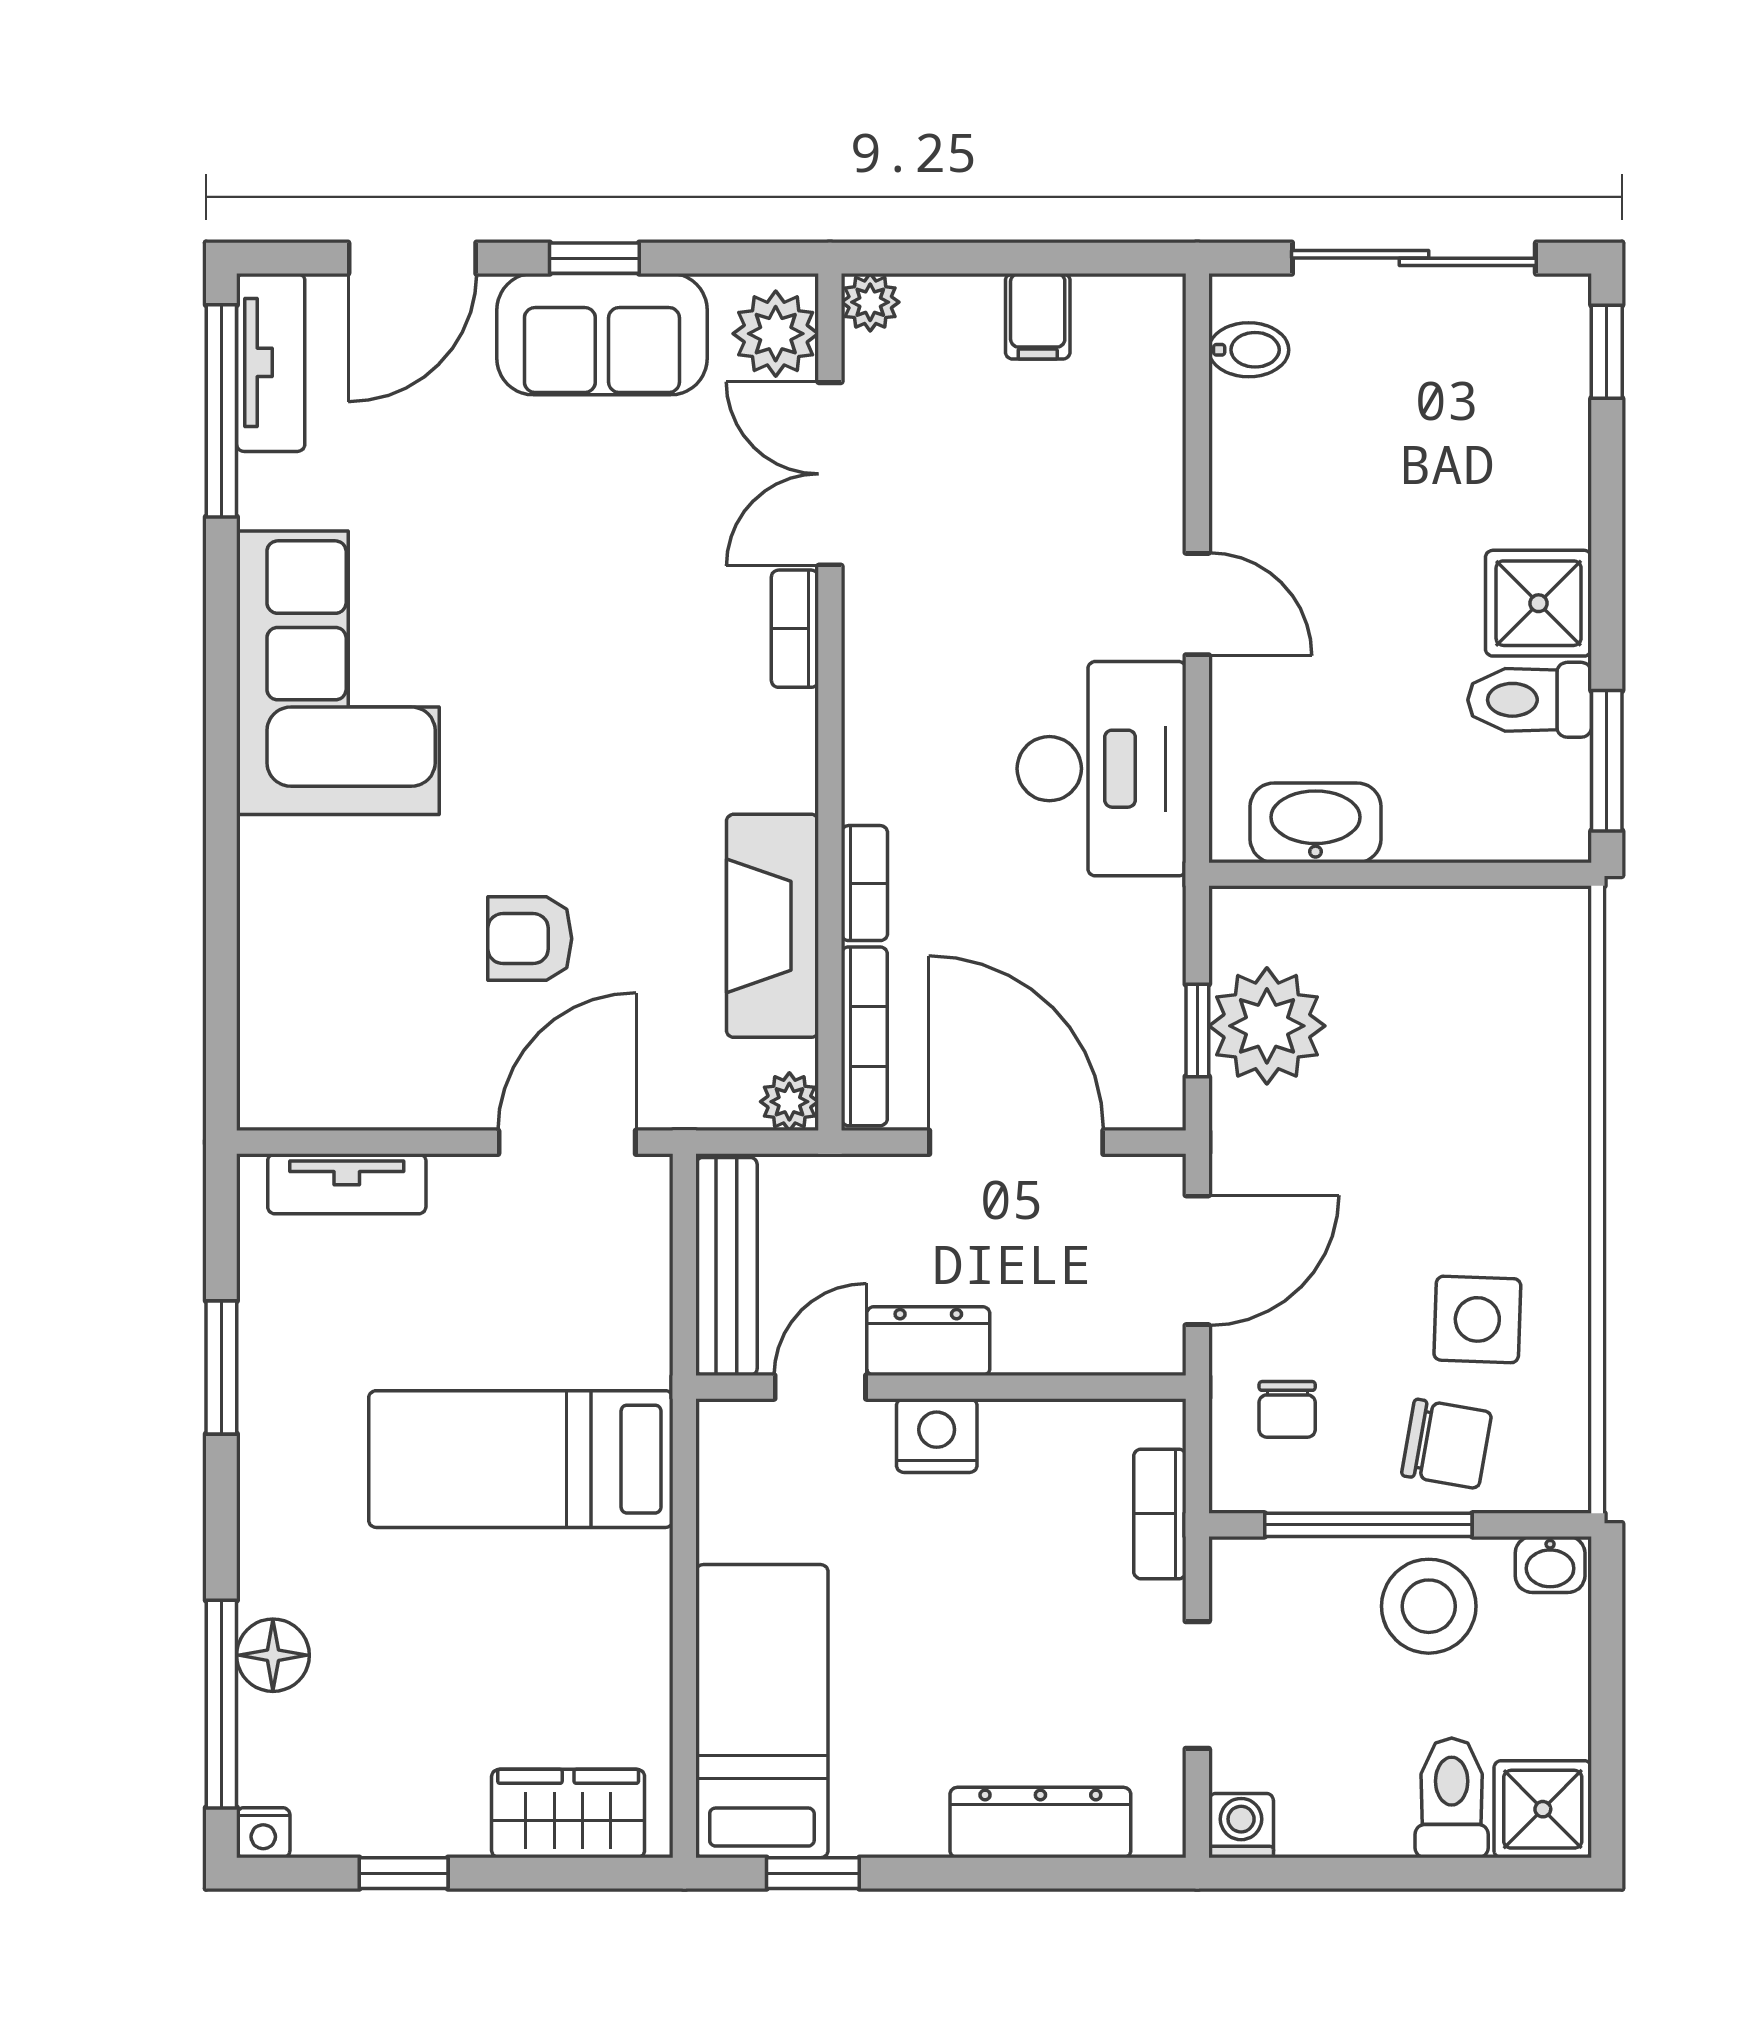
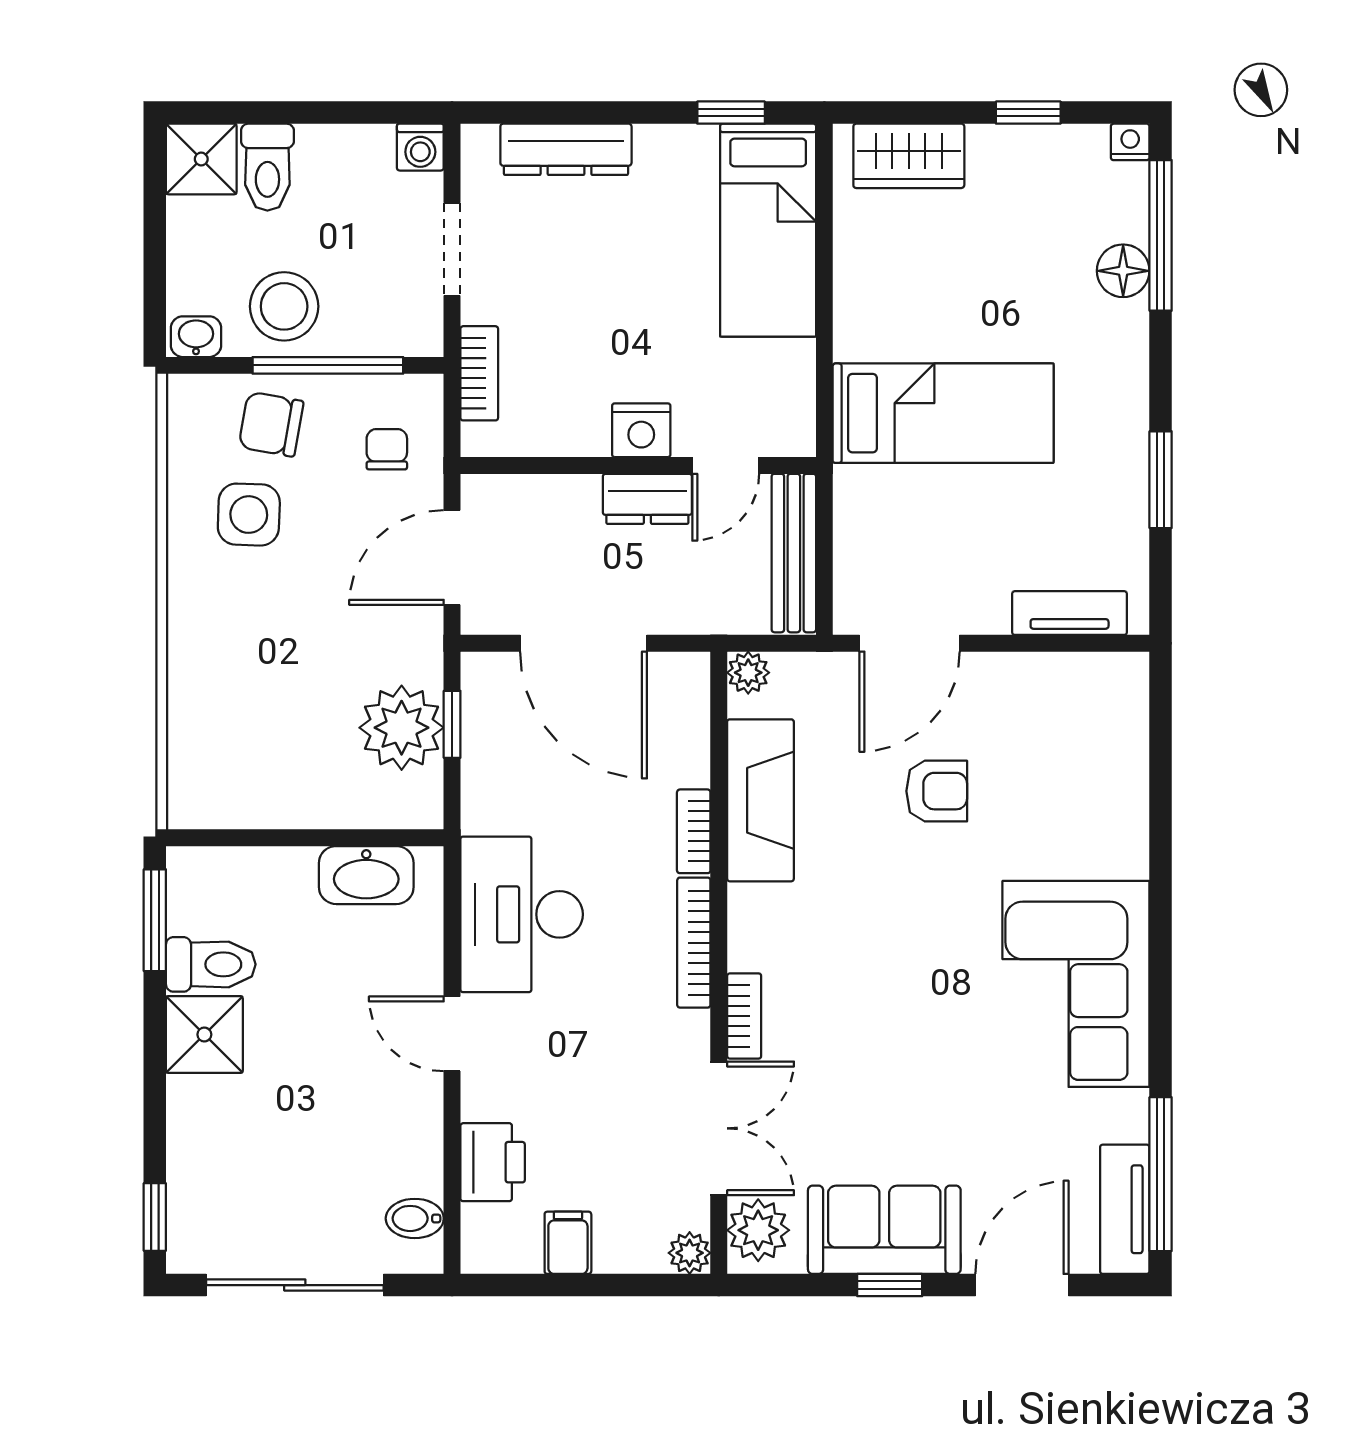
printer: (1141, 427) -> (493, 1162), added
bookcase: (864, 1036) -> (694, 943), moved

